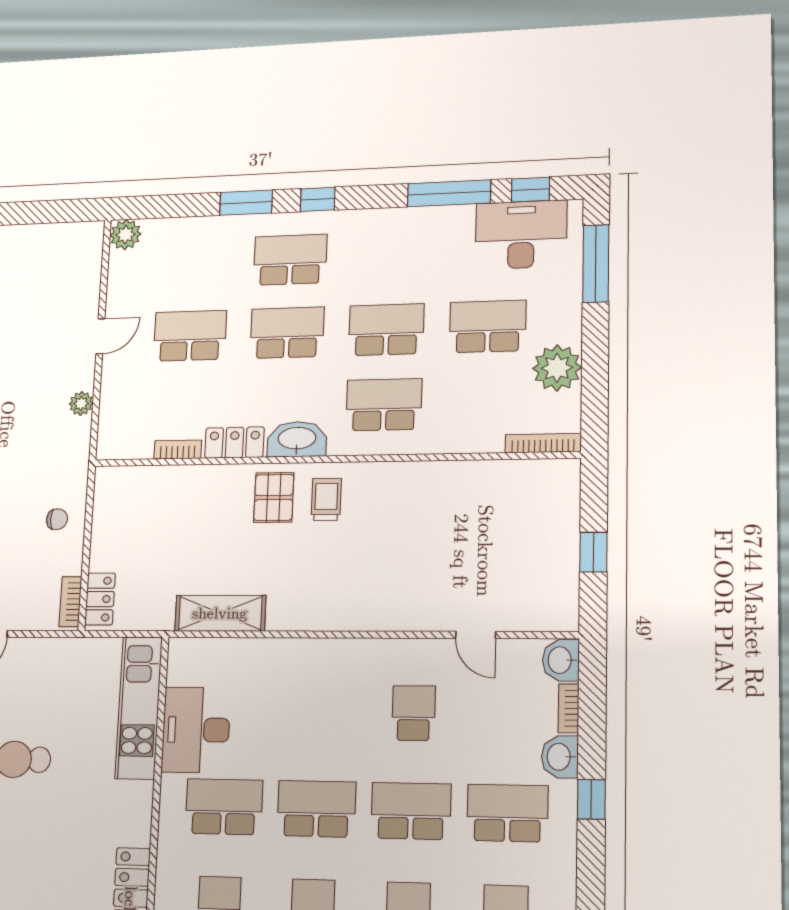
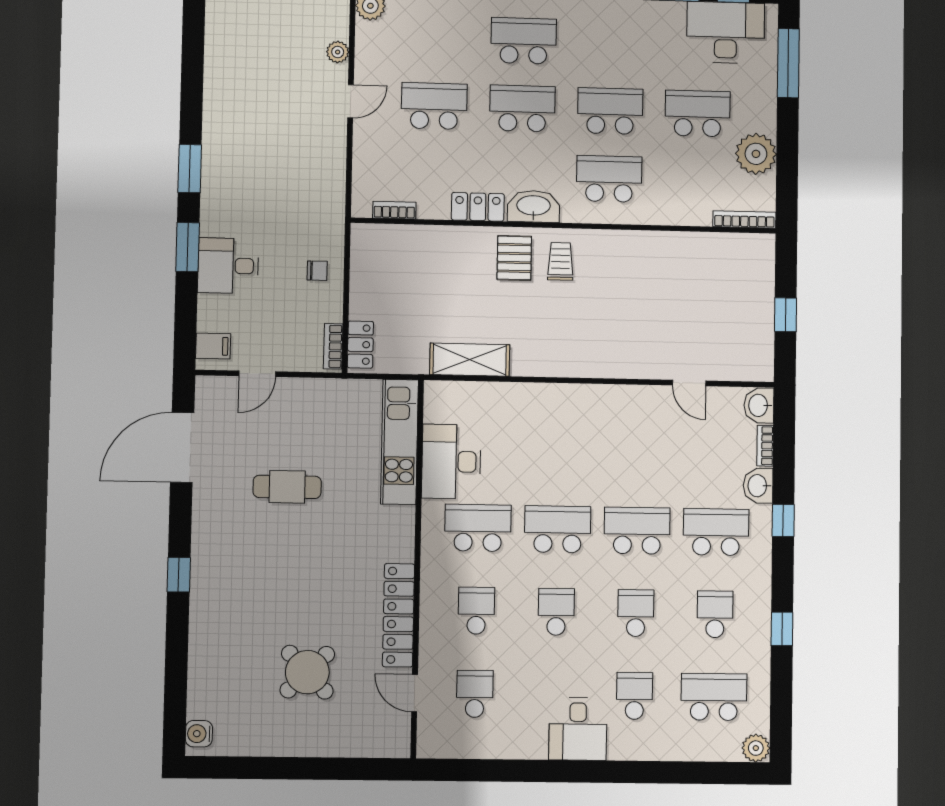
plant: (81, 403) -> (338, 52), moved
bookcase: (178, 449) -> (394, 210), moved
school desk: (414, 713) -> (638, 449), removed

